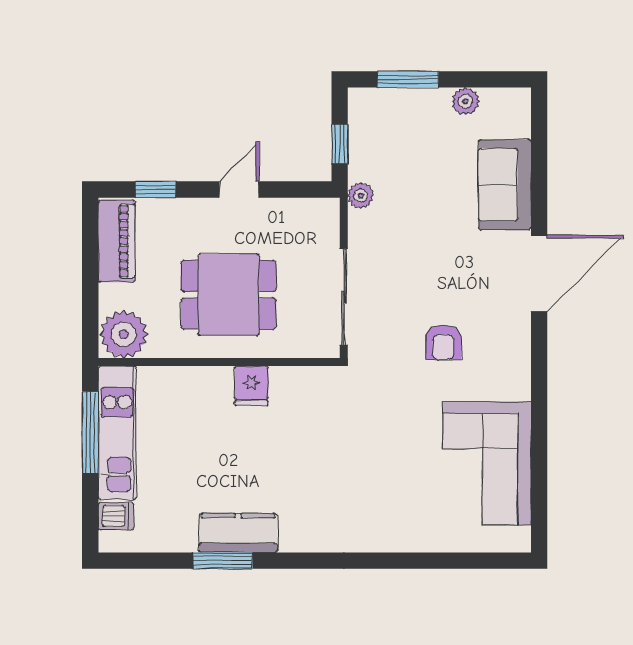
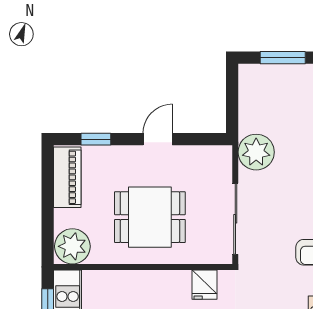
window: (340, 144) -> (232, 105), removed
plant: (361, 196) -> (256, 152), width x1.87, depth x1.87
fridge: (251, 386) -> (205, 285), moved

